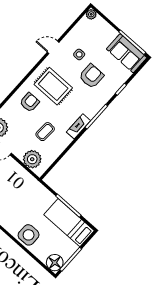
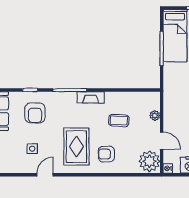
door: (53, 47) -> (45, 175), swing flipped
armchair: (91, 76) -> (35, 113), moved, turned -90
plant: (32, 159) -> (155, 116), width x0.53, depth x0.53

